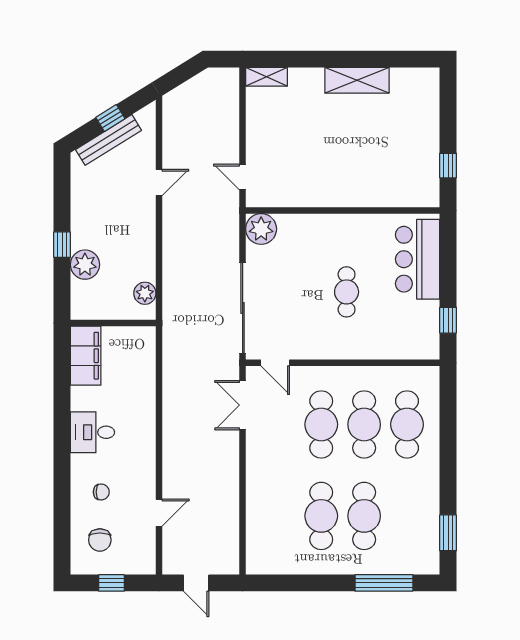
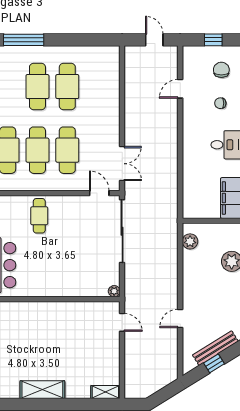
plant: (261, 229) -> (114, 291), width x0.53, depth x0.53
cafe table: (347, 292) -> (39, 216), moved

